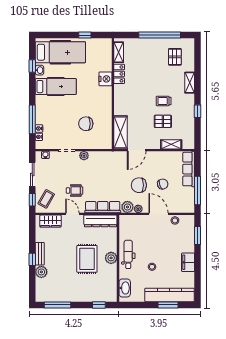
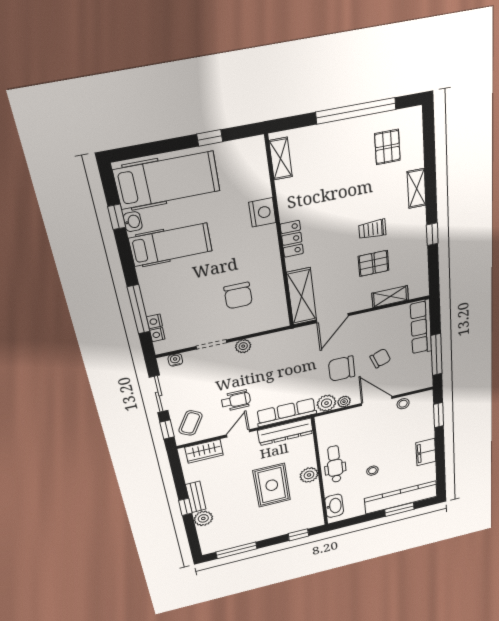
locker: (119, 74) -> (292, 239), moved
chair: (86, 124) -> (238, 296), turned -90
door: (72, 214) -> (238, 433), hinge flipped

